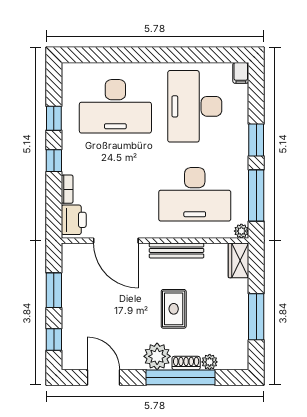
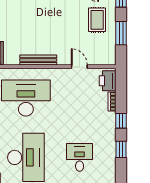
desk: (115, 106) -> (80, 157), width x0.53, depth x0.77
door: (116, 241) -> (79, 67), width x0.53
rug: (174, 309) -> (97, 20), moved

